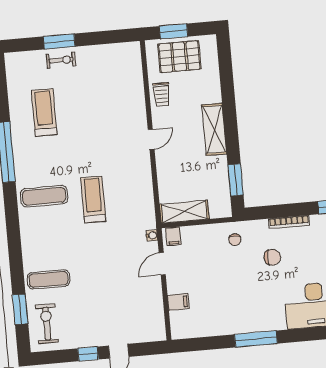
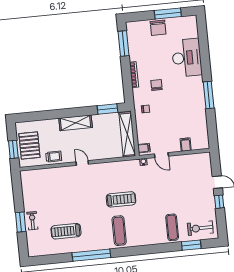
treadmill: (93, 200) -> (121, 199), turned 180
shelving: (184, 212) -> (127, 134), width x1.47

